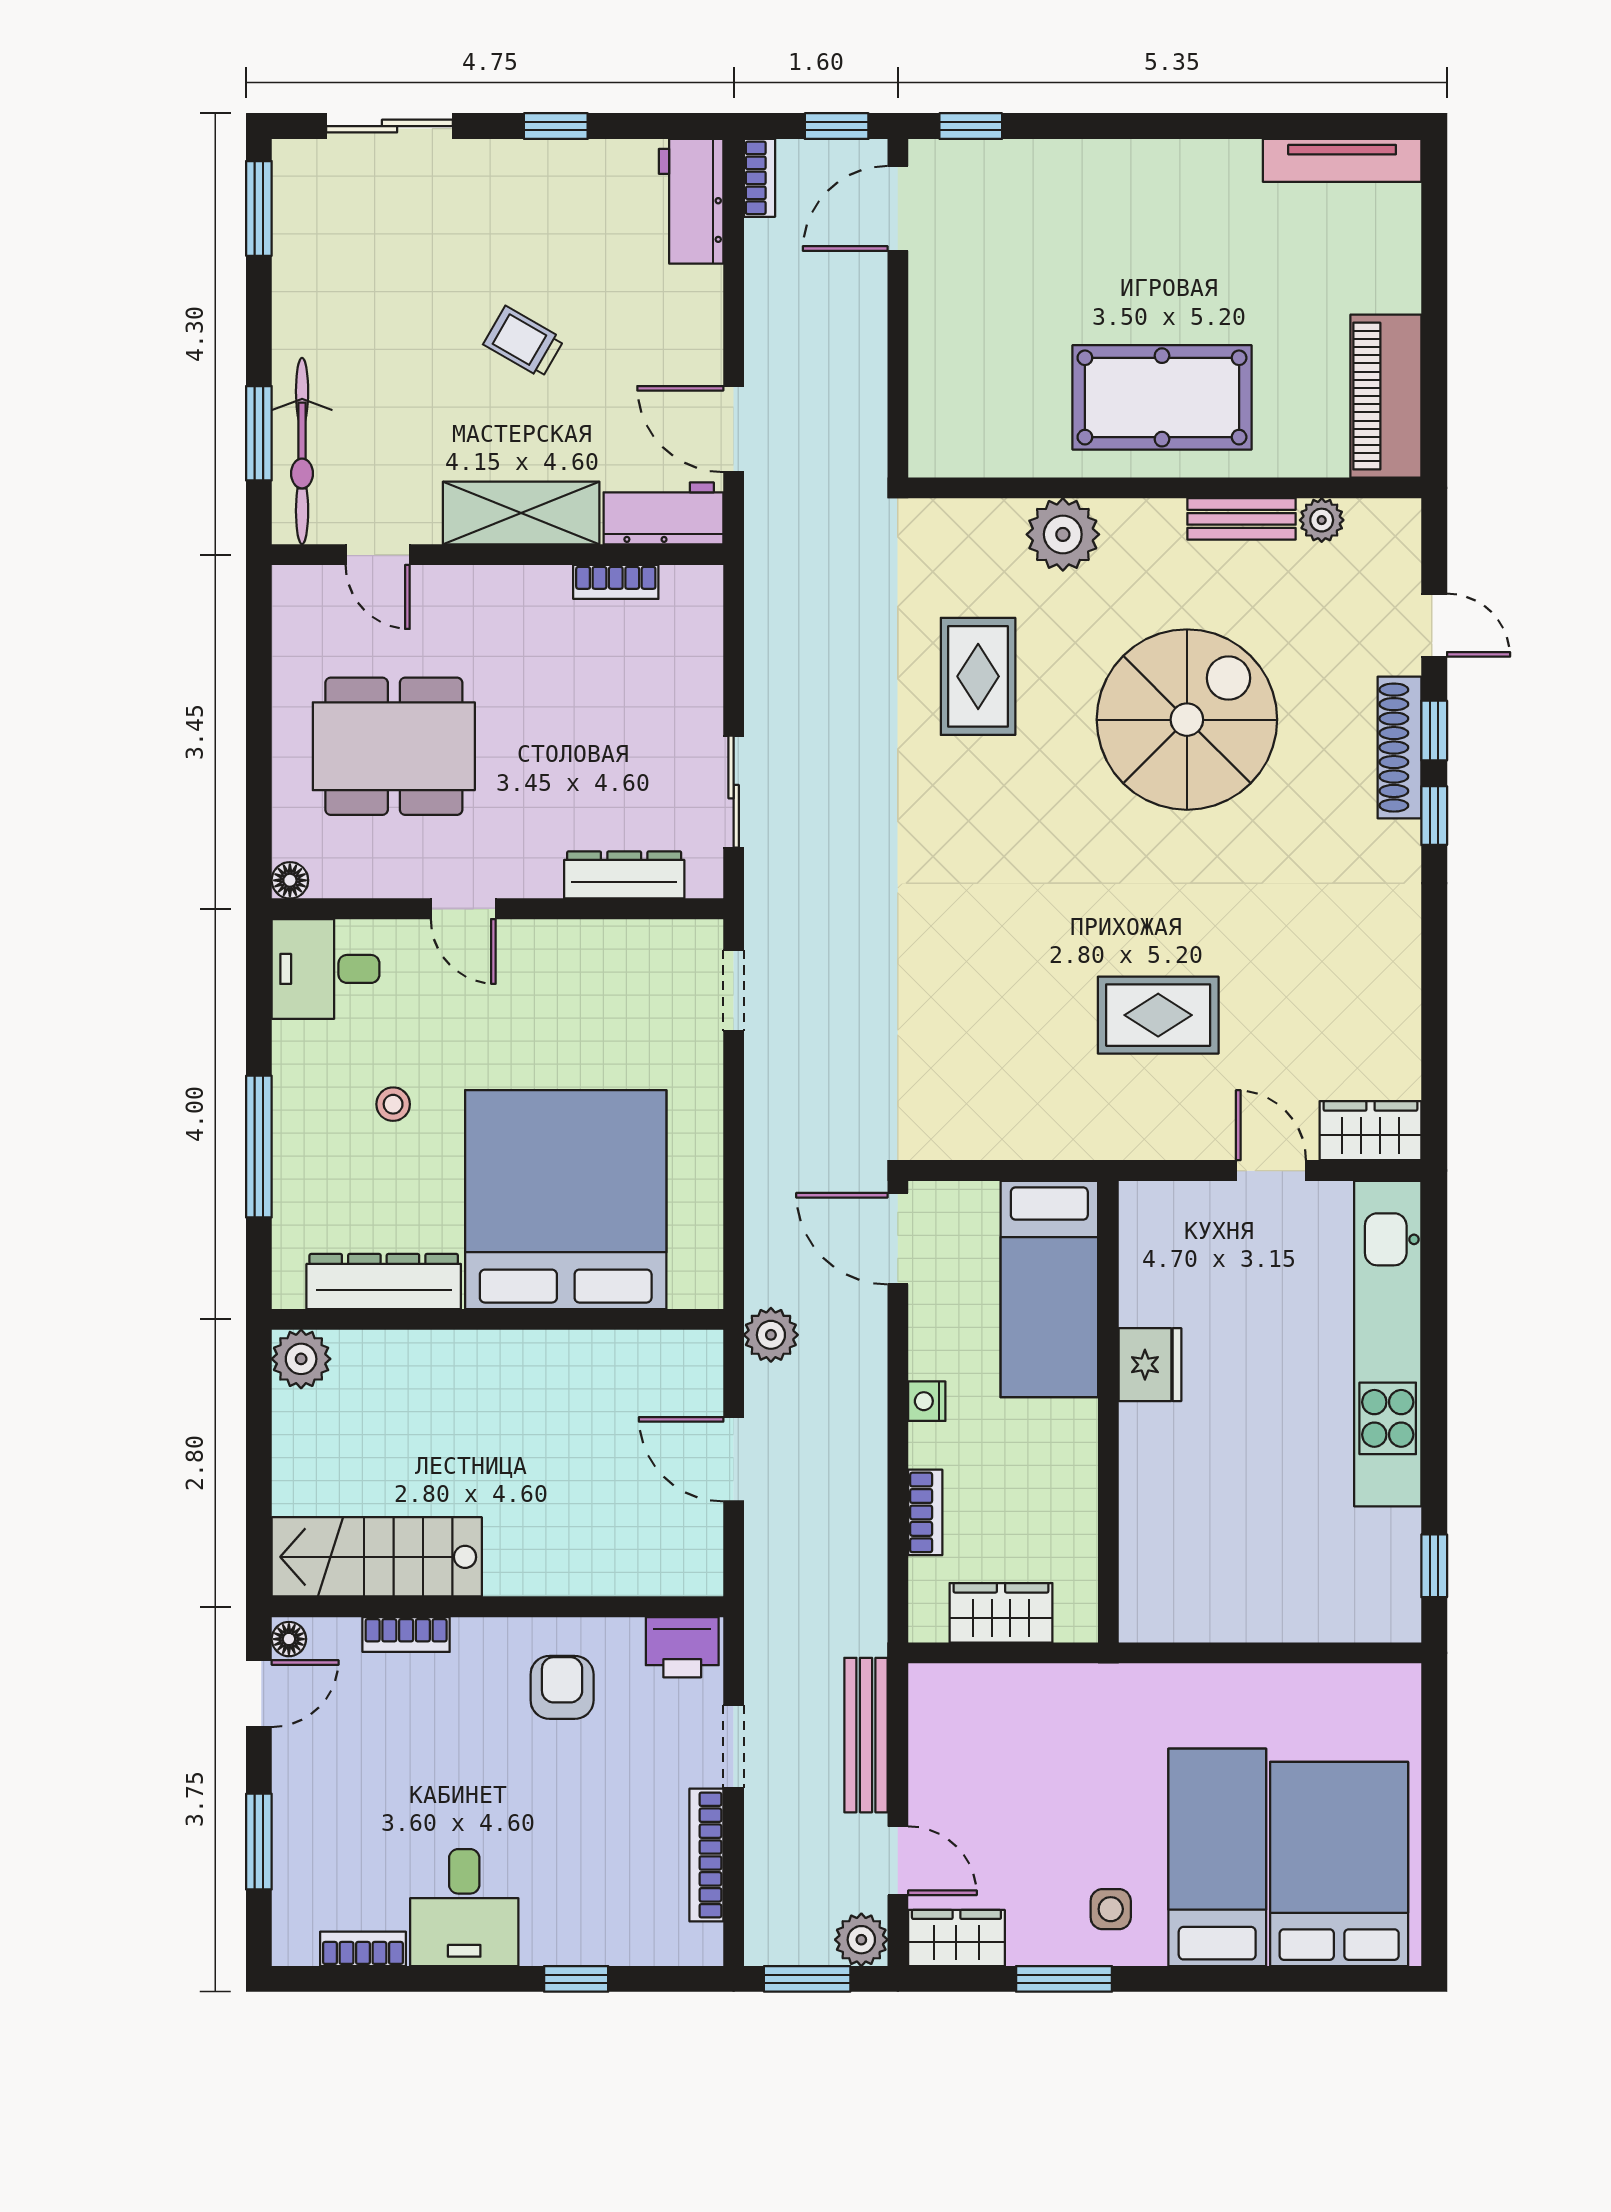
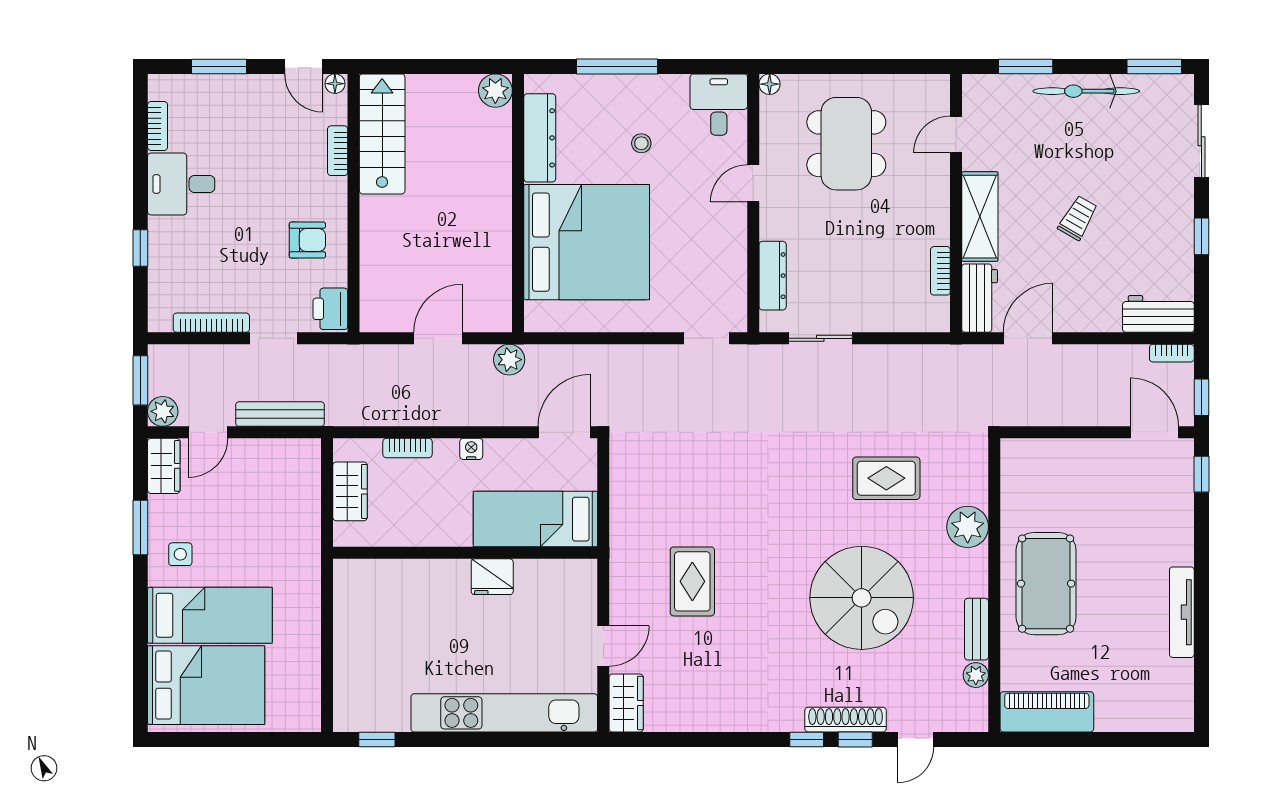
tv unit: (1342, 160) -> (1182, 612), moved
bicycle: (302, 451) -> (1086, 91), moved

